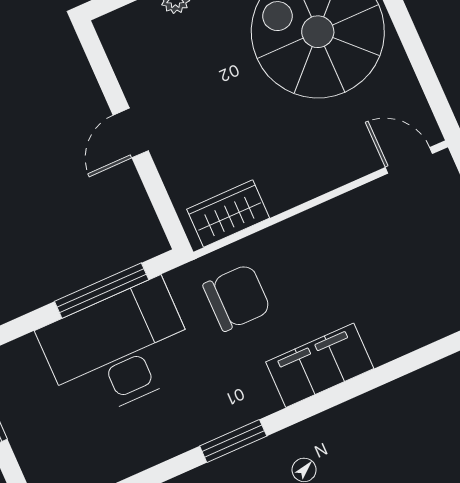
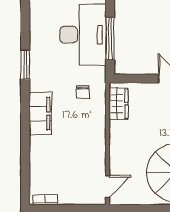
chair: (237, 298) -> (83, 92), width x0.54, depth x0.54

